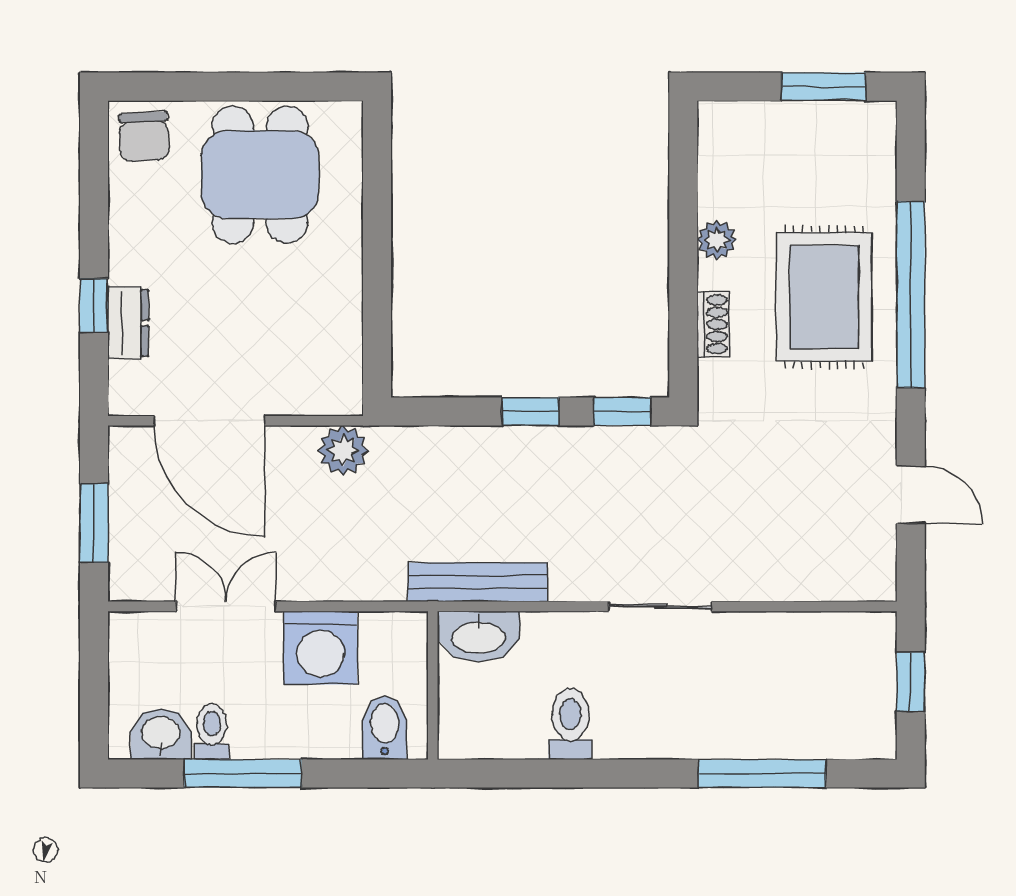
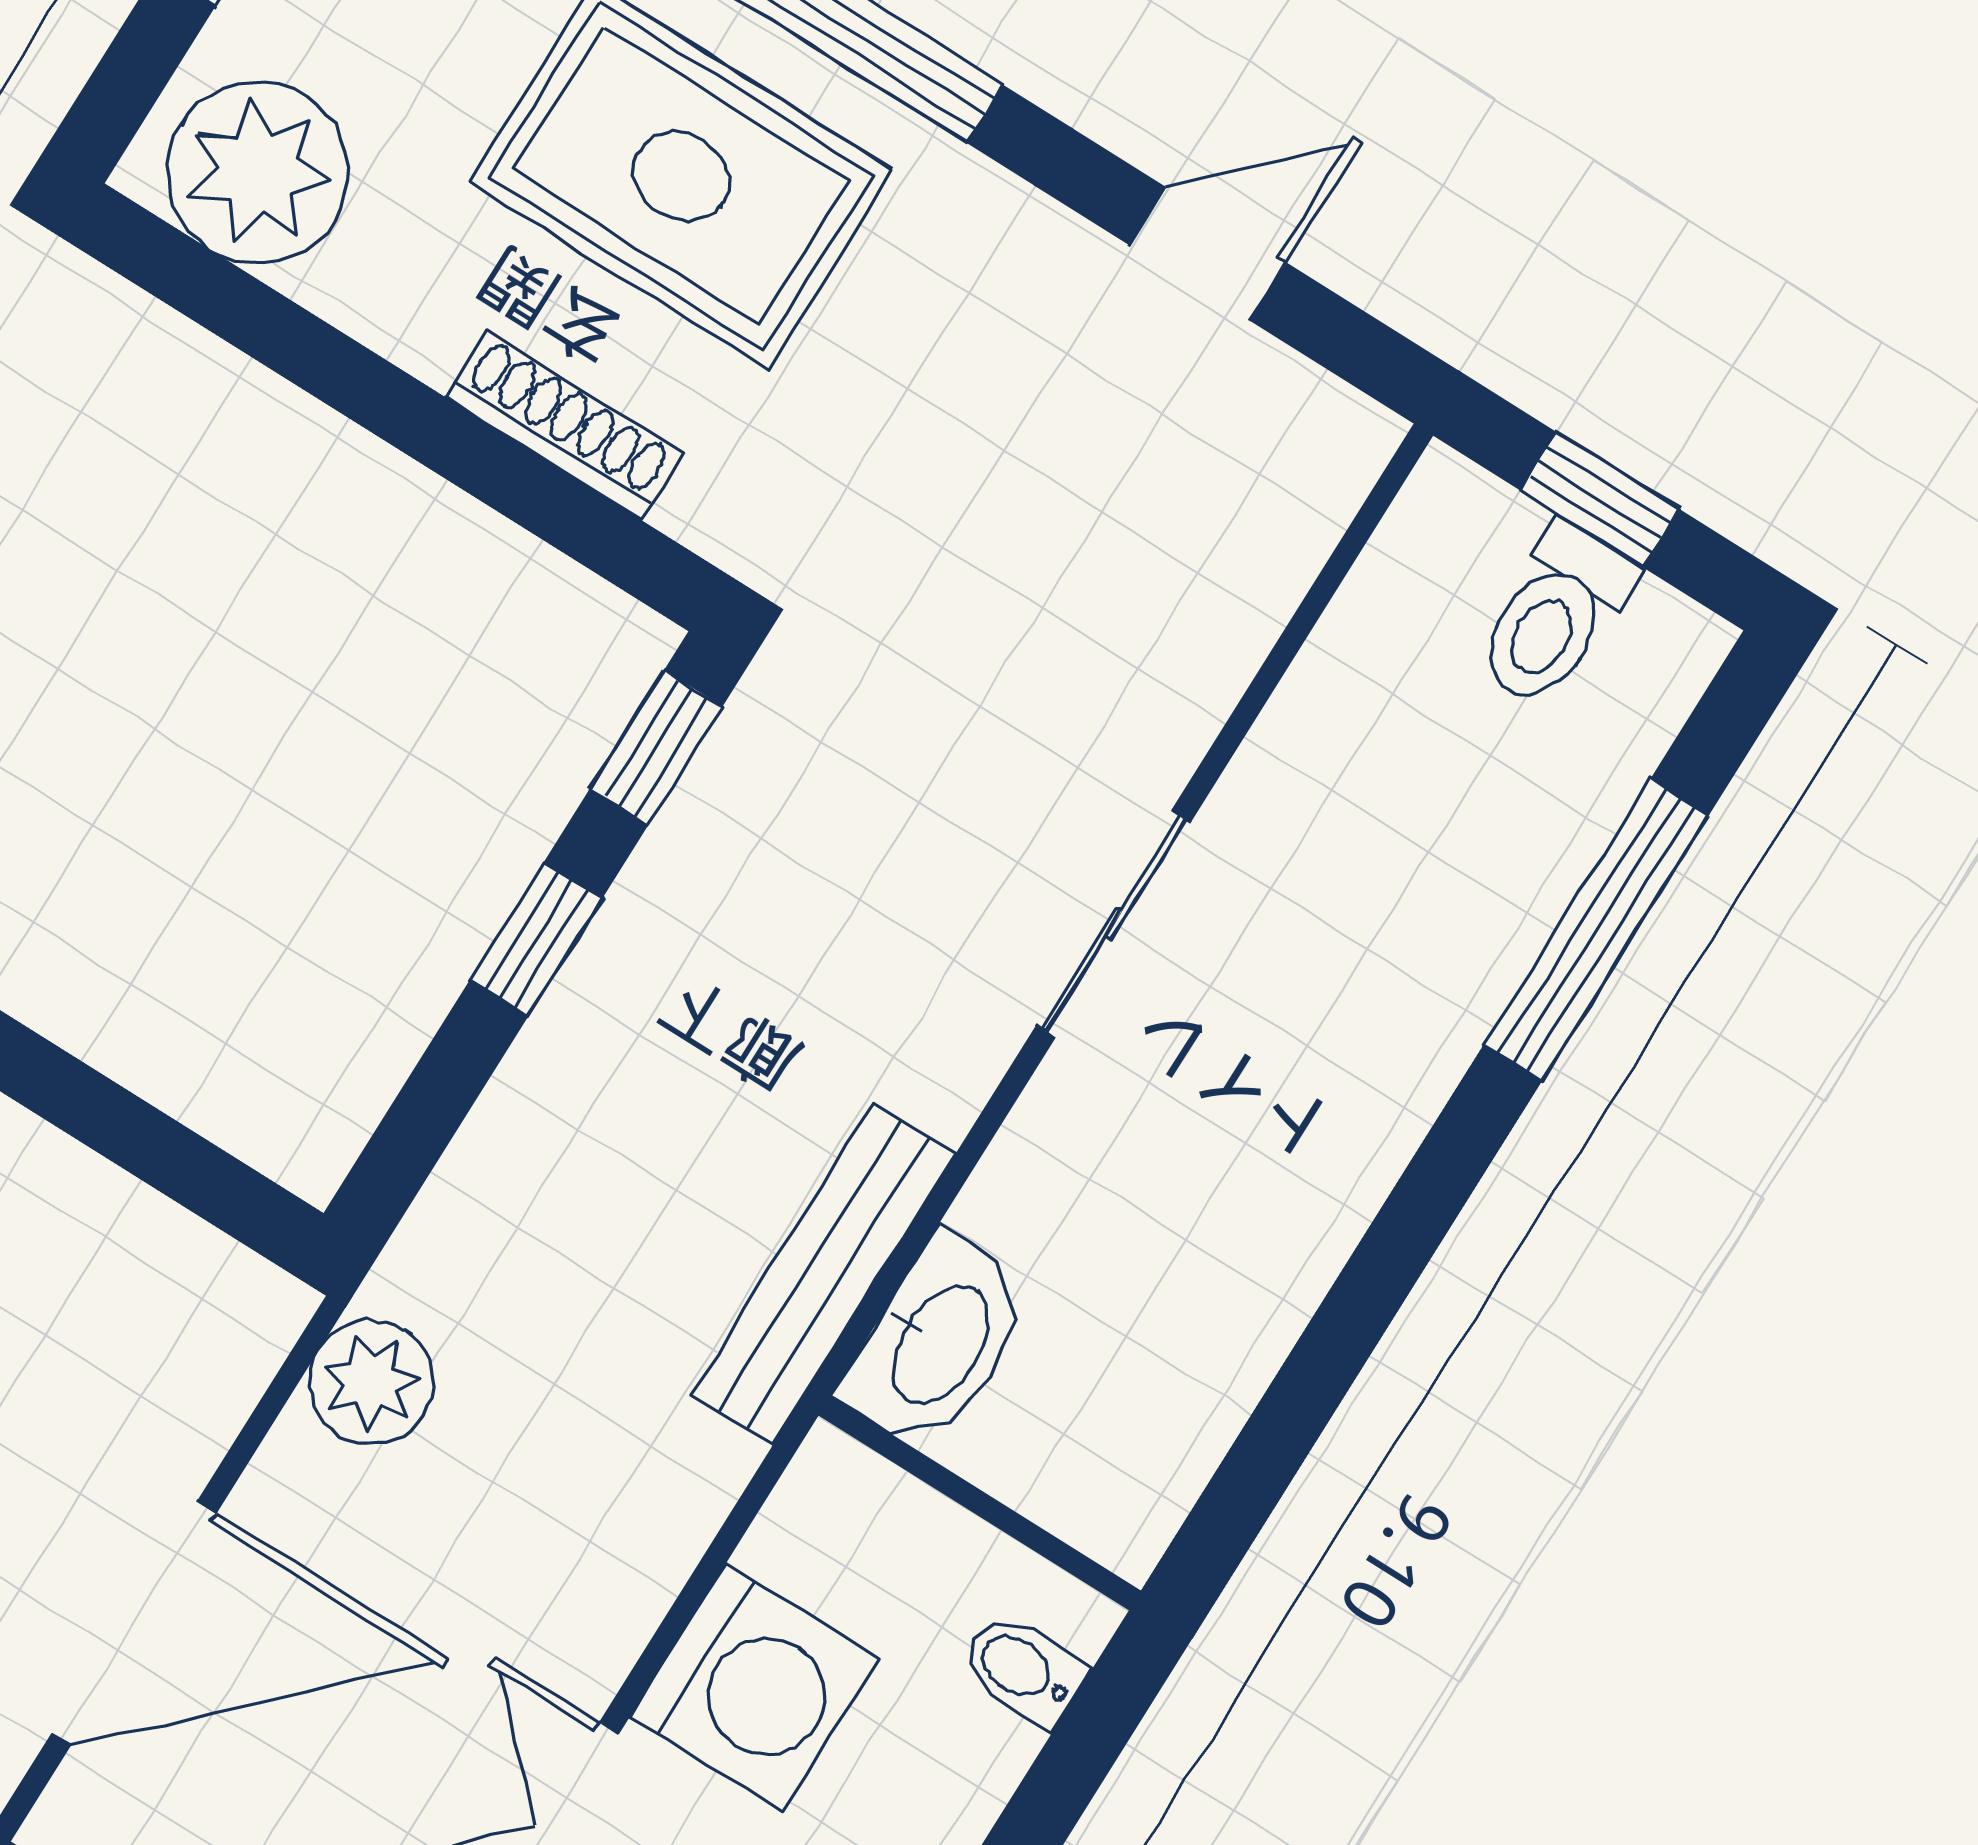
plant: (717, 240) -> (258, 173), moved, width x1.88, depth x1.88
shoe rack: (713, 324) -> (564, 425), width x1.43
toilet: (570, 724) -> (1555, 615), moved, turned -90
bidet: (385, 728) -> (1023, 1670), width x0.72, depth x0.74

